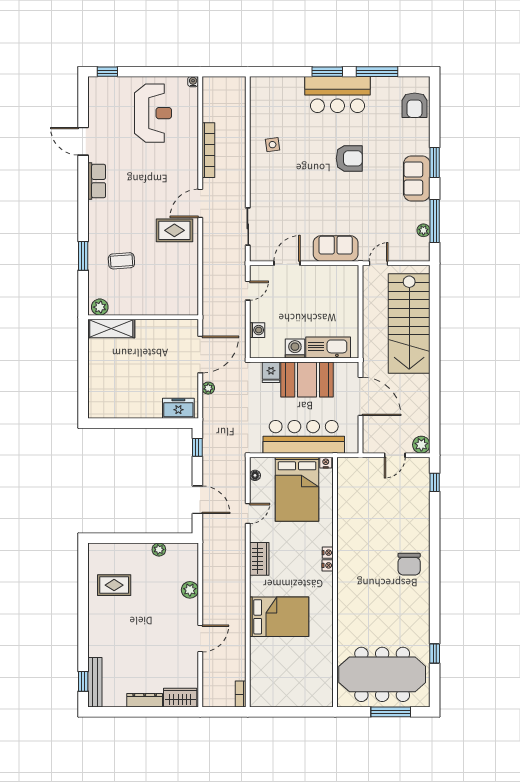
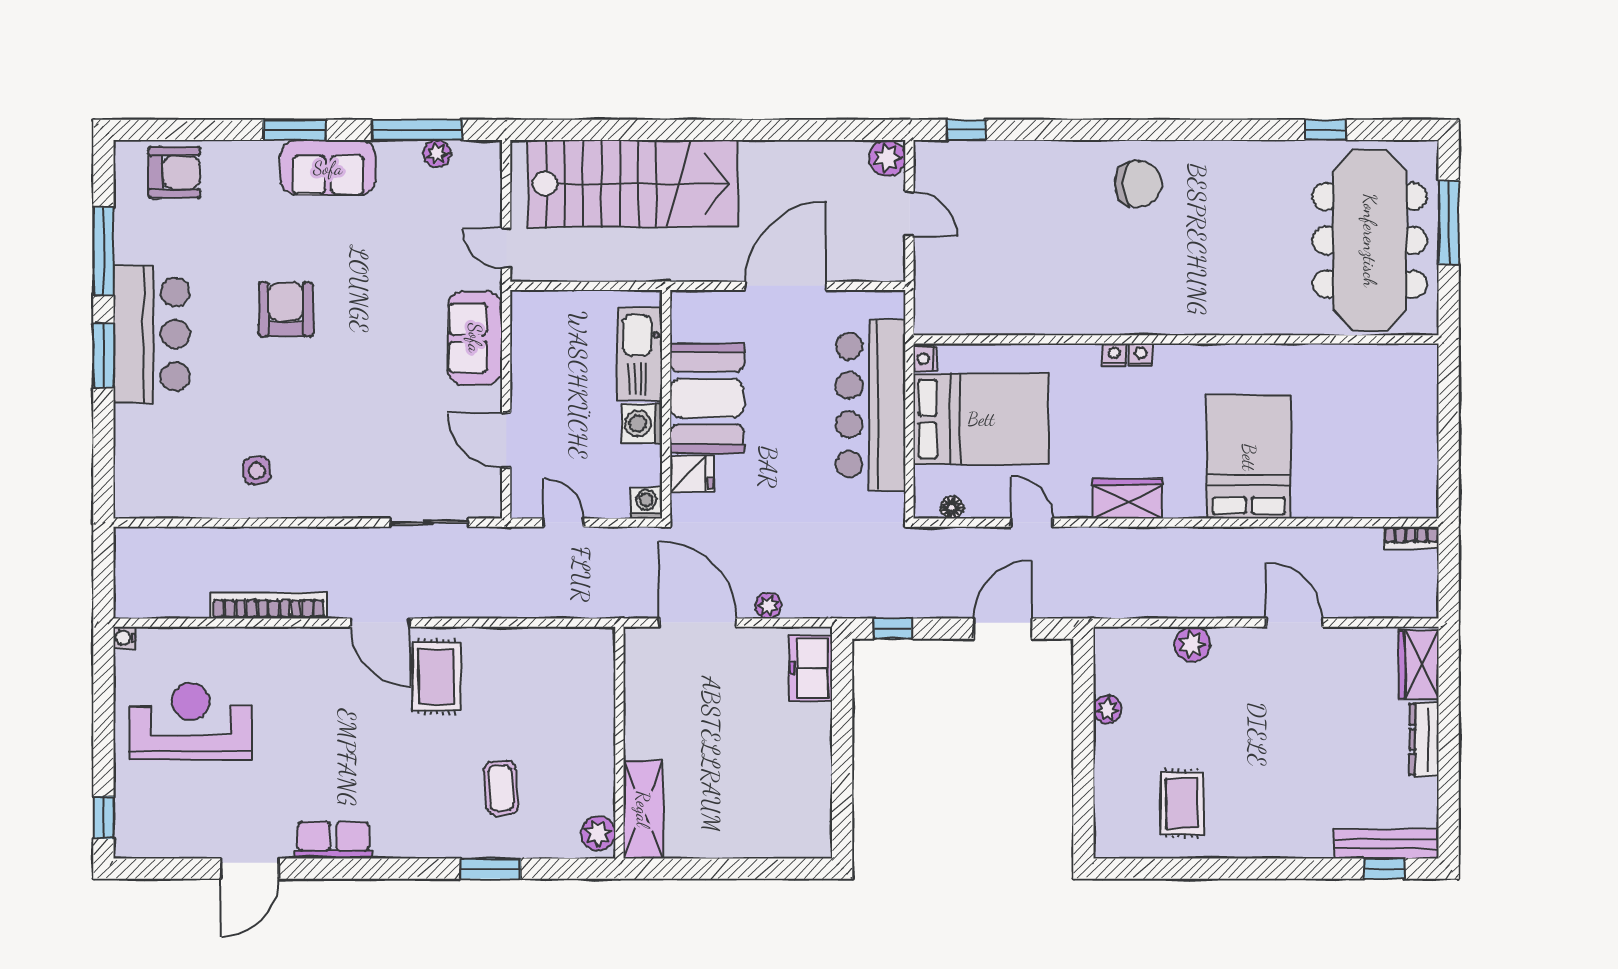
kitchen sink: (328, 347) -> (640, 354), moved
washing machine: (295, 349) -> (642, 424), moved
wall: (304, 360) -> (666, 404), moved
fridge: (271, 372) -> (692, 474), moved
booth: (307, 379) -> (707, 398), moved

